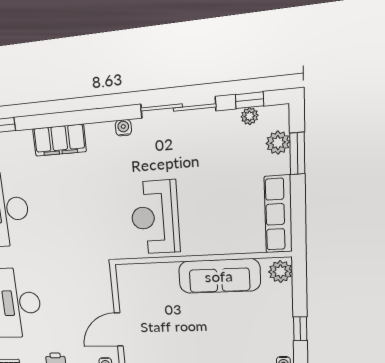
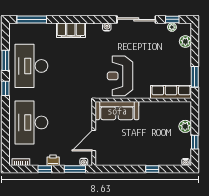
window: (297, 154) -> (195, 77), moved
row of seats: (278, 214) -> (171, 92), moved, turned 90
plant: (280, 271) -> (185, 126), moved
sofa: (219, 276) -> (117, 111), moved

